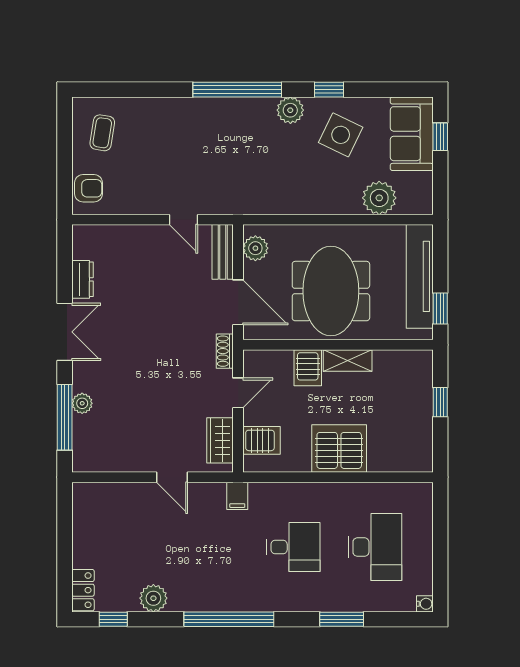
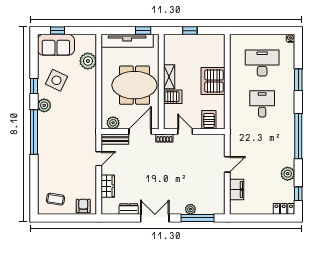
wardrobe: (220, 440) -> (108, 186), moved, turned -90
filing cabinet: (237, 496) -> (237, 190), moved, width x2.00

